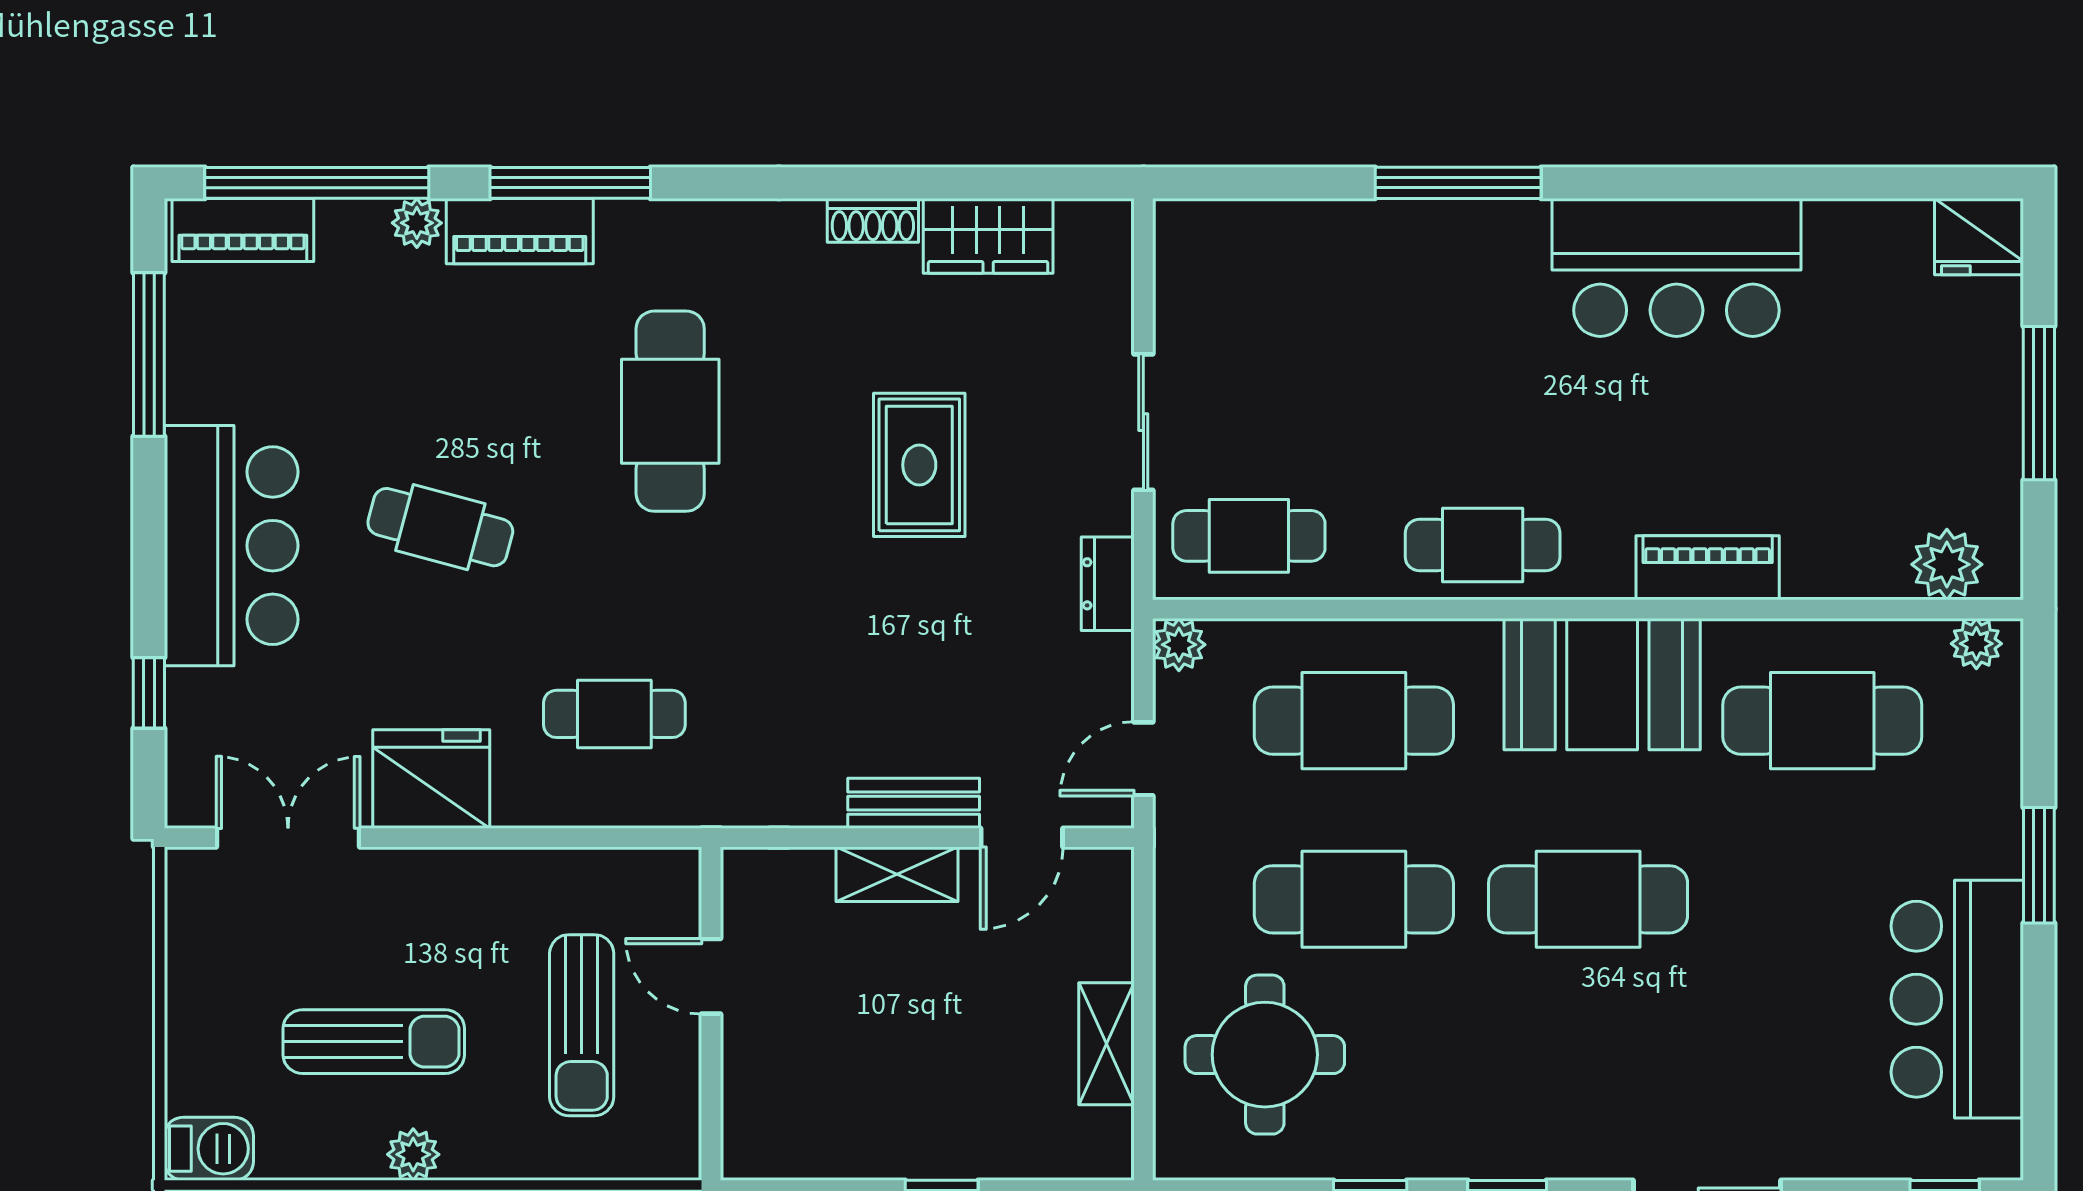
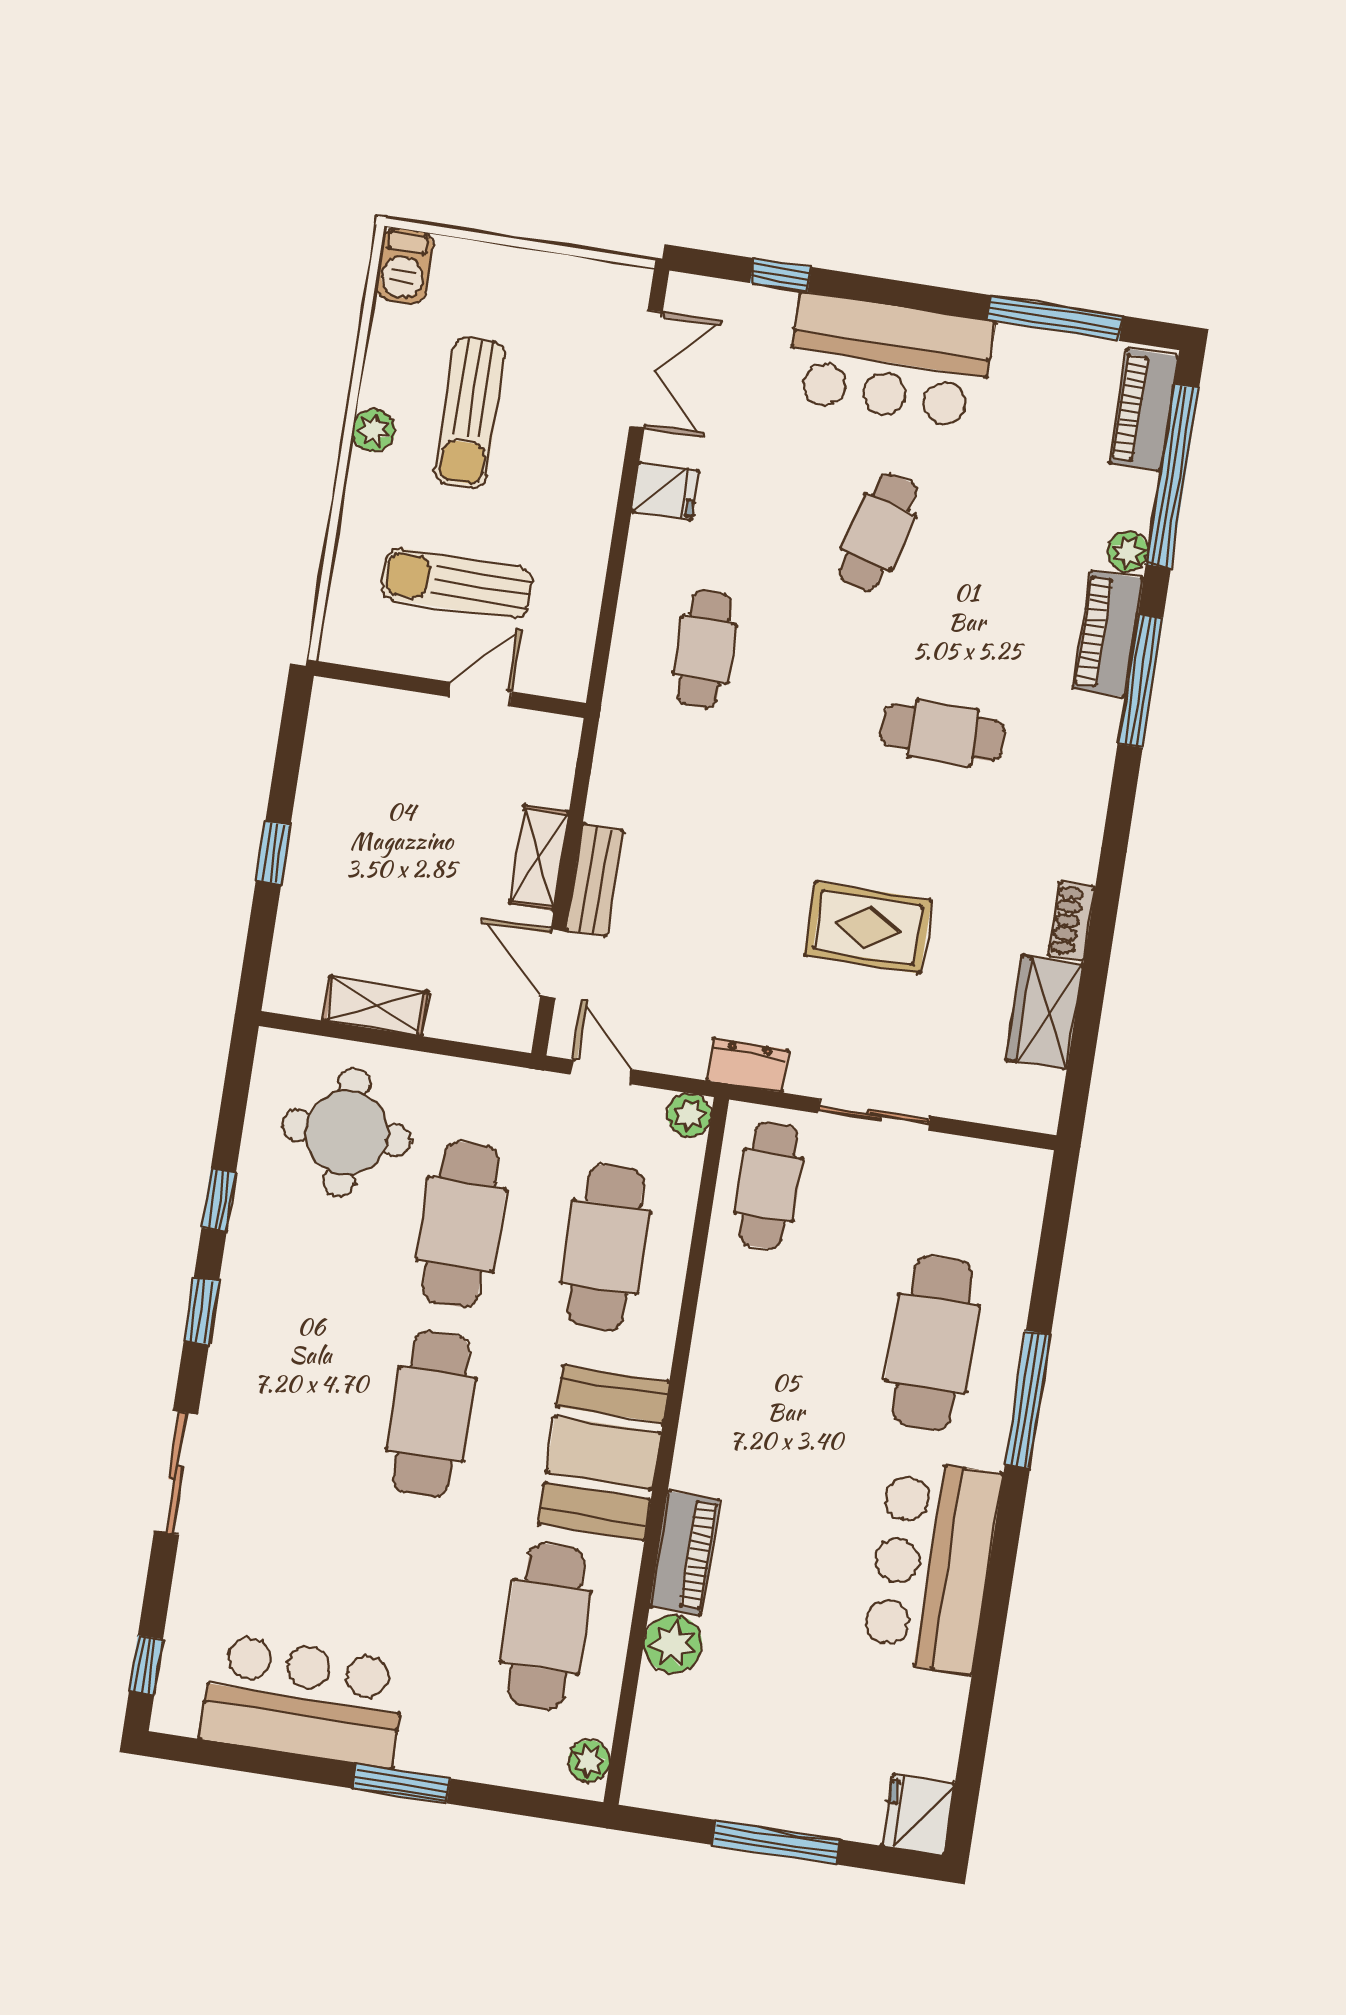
cafe table: (670, 411) -> (943, 733), width x0.73, depth x0.74
cafe table: (1483, 545) -> (933, 1343), moved, width x1.37, depth x1.35
plant: (1947, 564) -> (673, 1644), moved
fridge: (431, 779) -> (665, 491), width x0.53, depth x0.75

